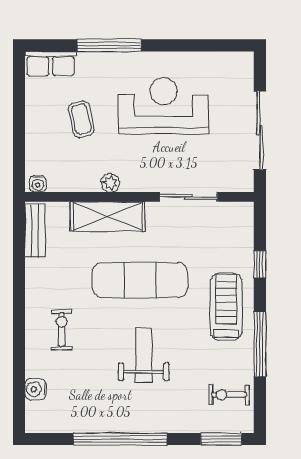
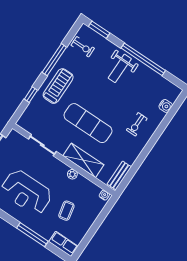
treadmill: (226, 307) -> (58, 86), turned 180
weight bench: (144, 355) -> (120, 68), moved

